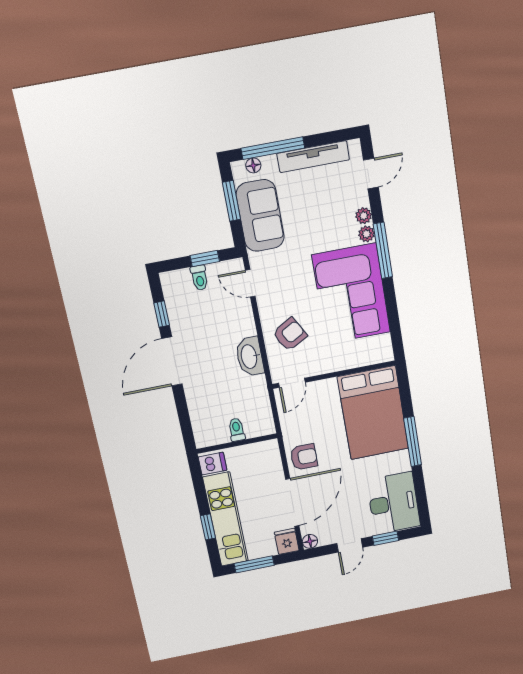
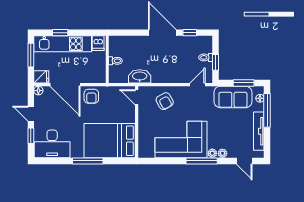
washbasin: (250, 357) -> (140, 76), moved

